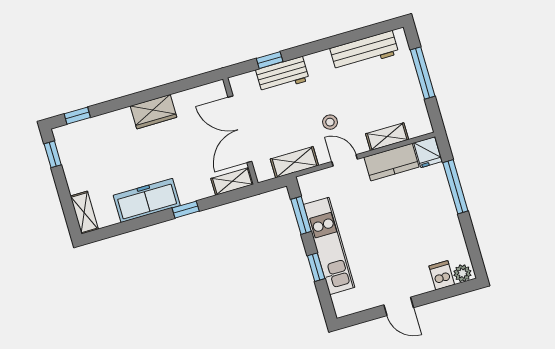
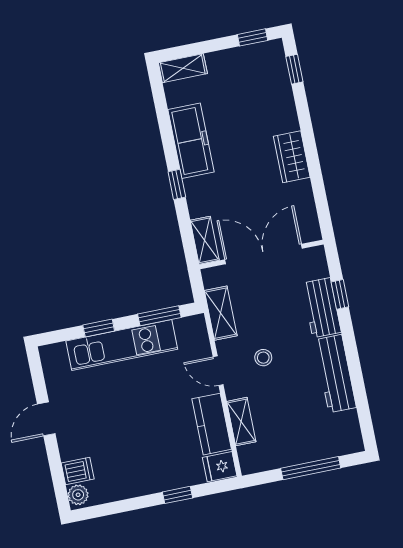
workbench: (364, 51) -> (335, 374), moved
door: (345, 160) -> (218, 371), swing flipped
window: (455, 187) -> (177, 495), width x0.46

